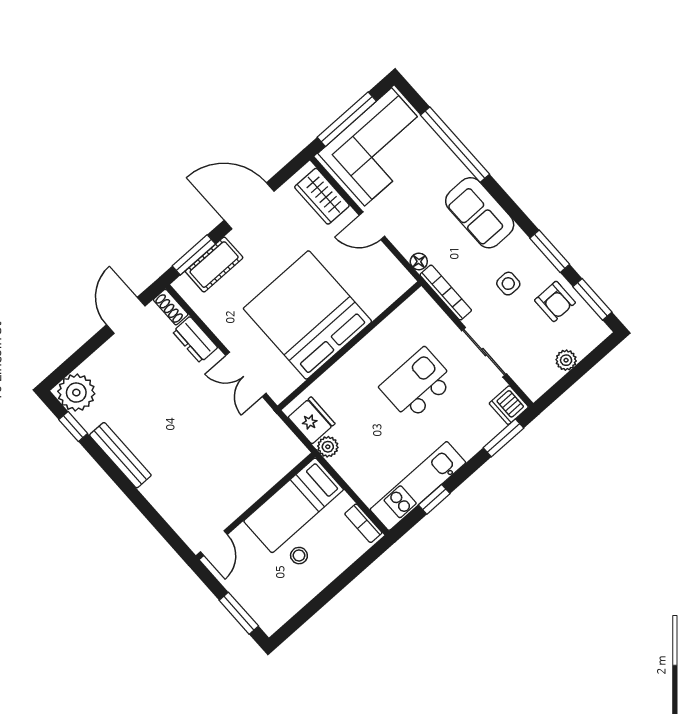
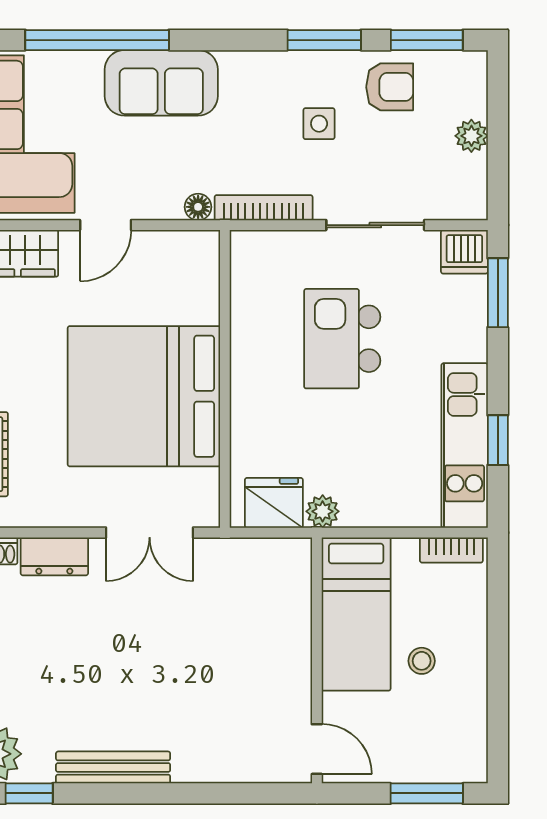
sofa: (480, 213) -> (161, 83), moved

